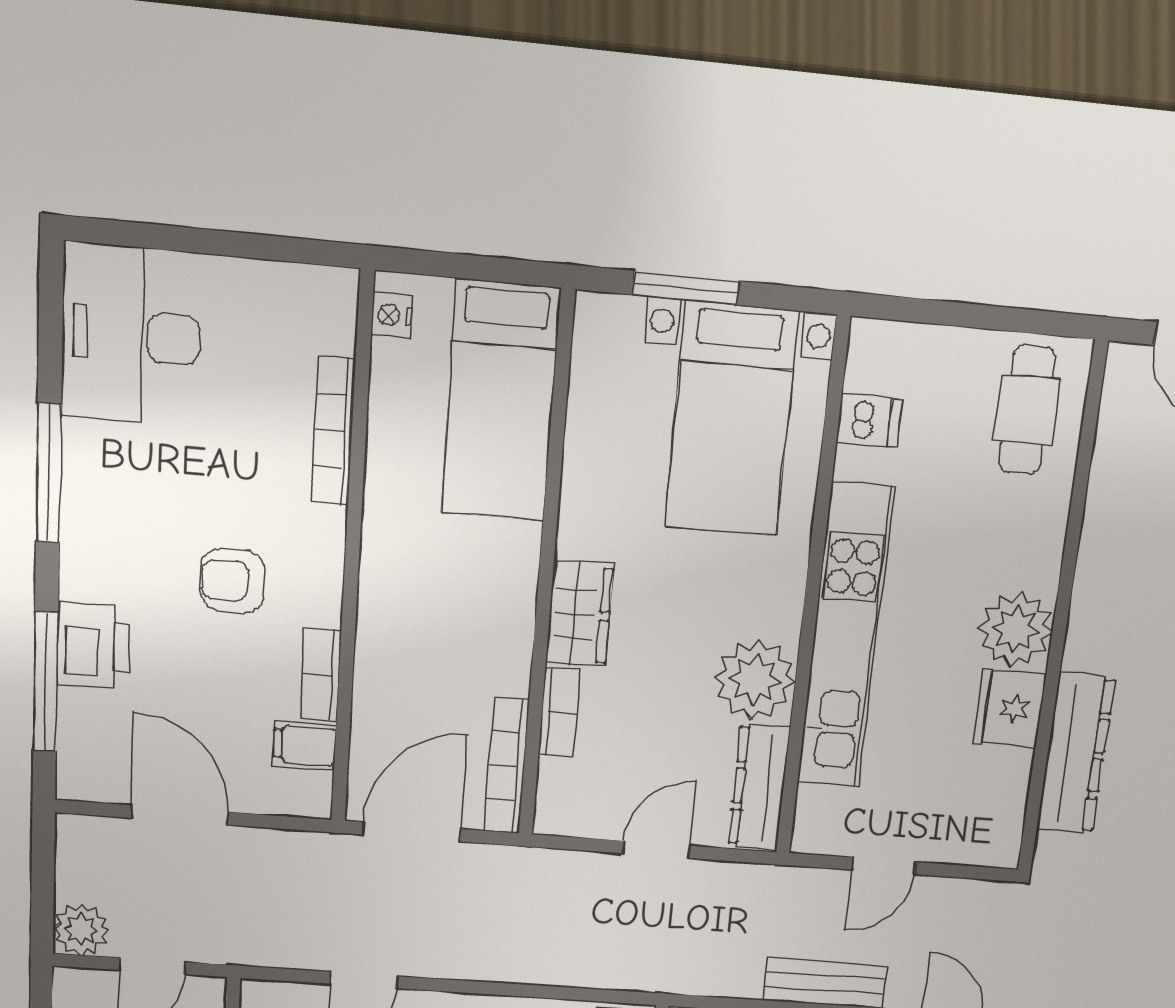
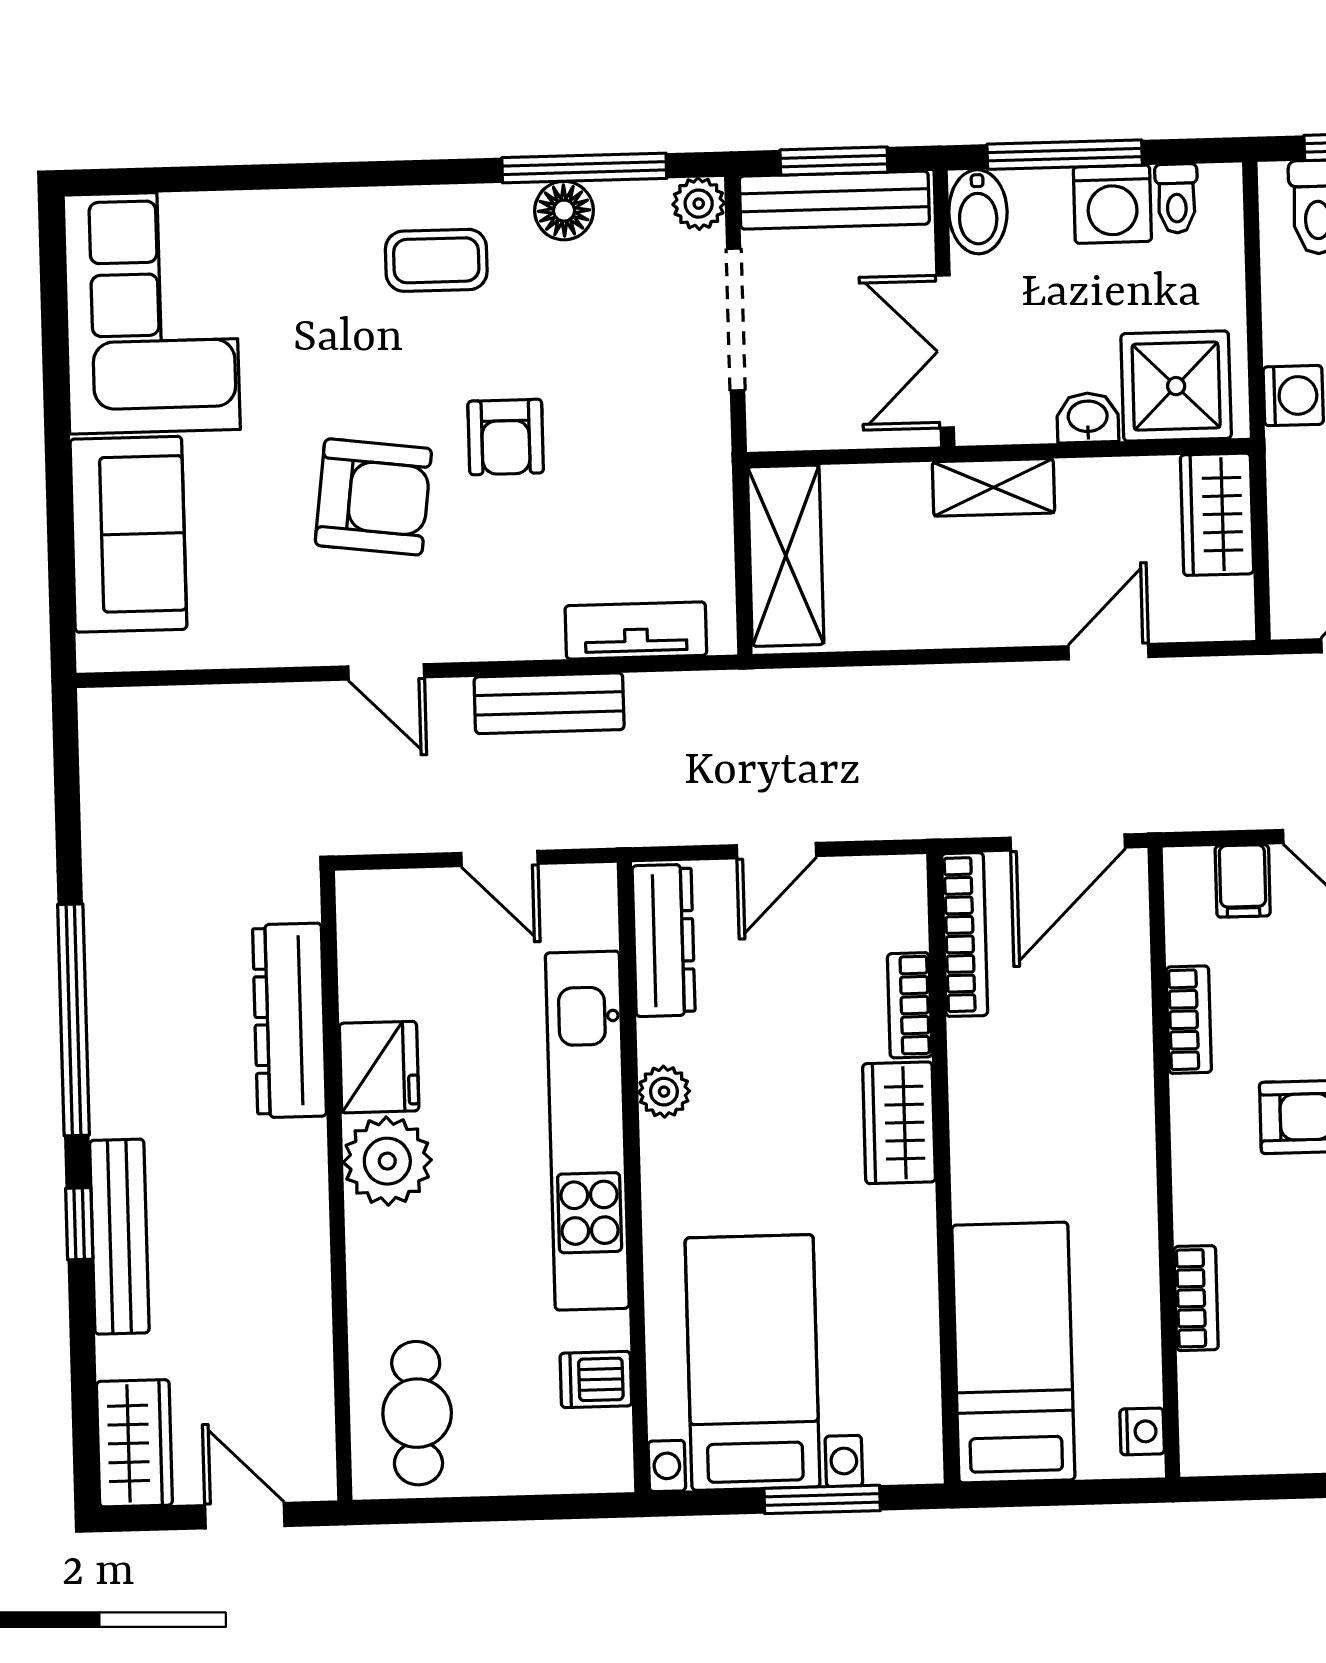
bookcase: (333, 431) -> (1196, 1298), width x0.64
plant: (755, 680) -> (664, 1092), width x0.53, depth x0.53
filing cabinet: (305, 745) -> (1243, 881), moved, turned 90
door: (884, 866) -> (500, 858), swing flipped

